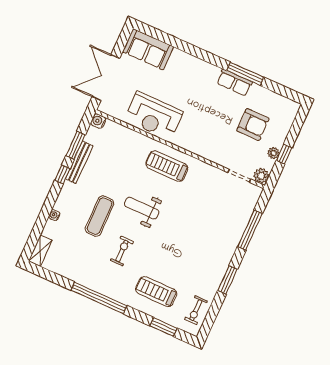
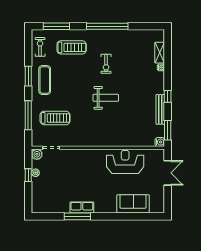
sofa: (148, 49) -> (133, 204), moved
double door: (106, 78) -> (168, 173), width x0.73
armchair: (253, 125) -> (57, 185), removed
window: (76, 145) -> (168, 130), moved
treadmill: (167, 166) -> (55, 118), moved
exercise mat: (100, 216) -> (45, 80), moved
shelving: (40, 251) -> (160, 53), moved
window: (164, 327) -> (56, 26), width x1.44

